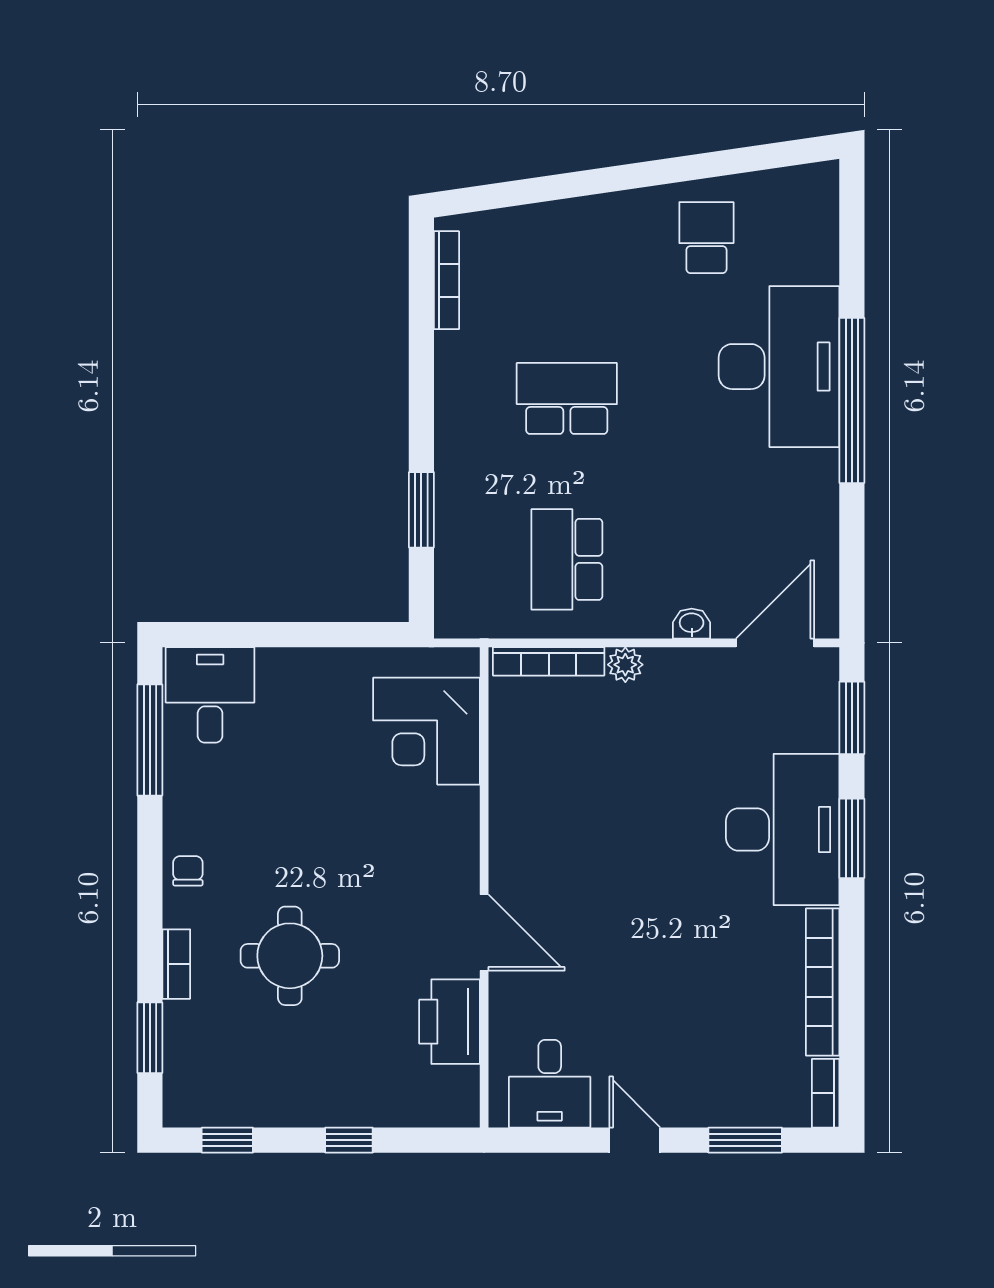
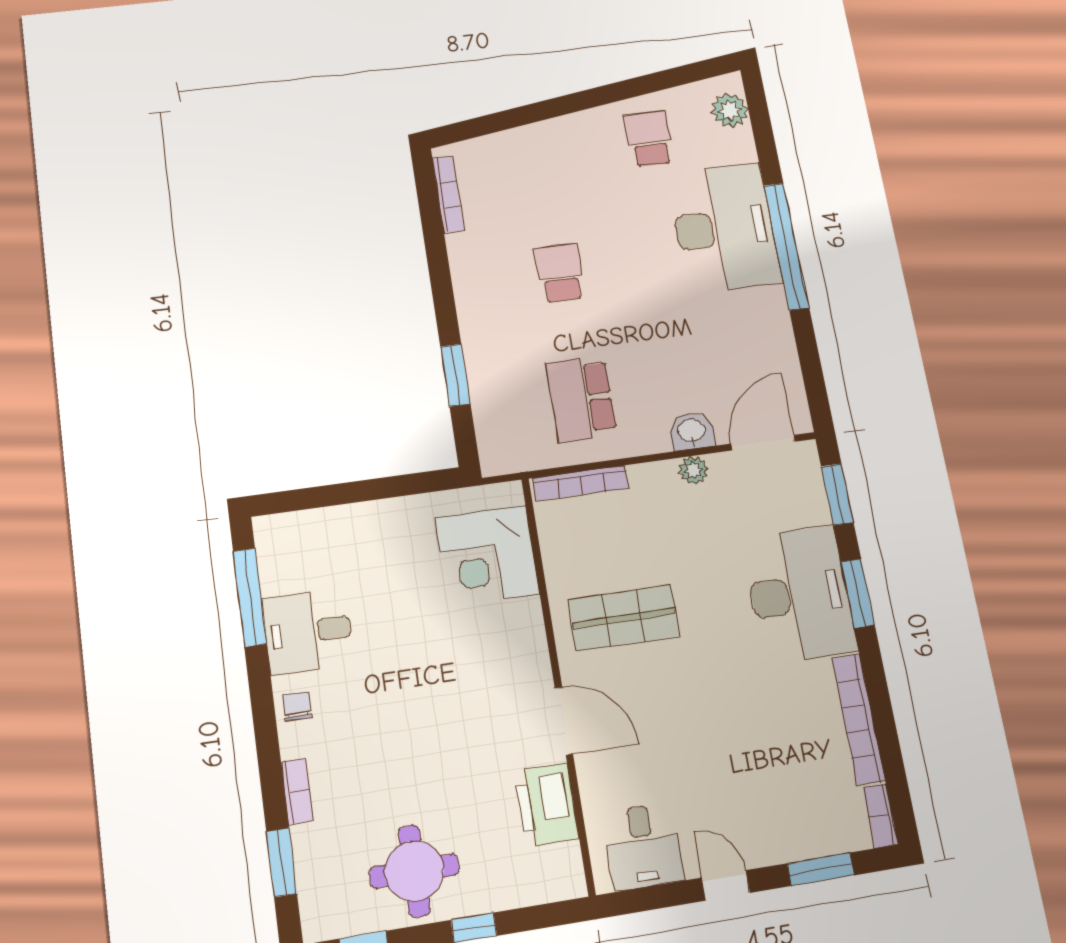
plant: (816, 212) -> (730, 110), added
school desk: (567, 398) -> (560, 273), width x0.54
washbasin: (692, 624) -> (692, 431), width x1.38, depth x1.45
plant: (625, 665) -> (693, 470), moved
desk: (210, 695) -> (308, 632), moved, turned -90
shop shelf: (572, 826) -> (624, 618), added
round table: (290, 956) -> (414, 871), moved

